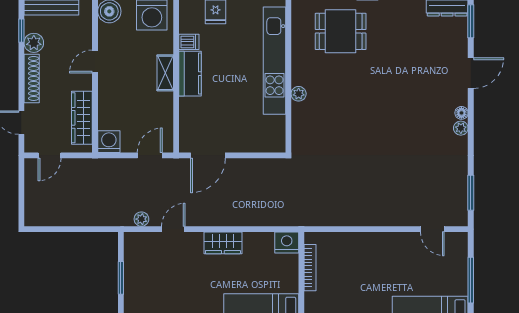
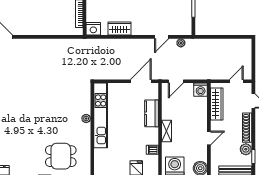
kitchen unit: (275, 61) -> (101, 115), moved
kitchen counter: (190, 74) -> (152, 113), moved
wardrobe: (223, 243) -> (119, 29), moved

